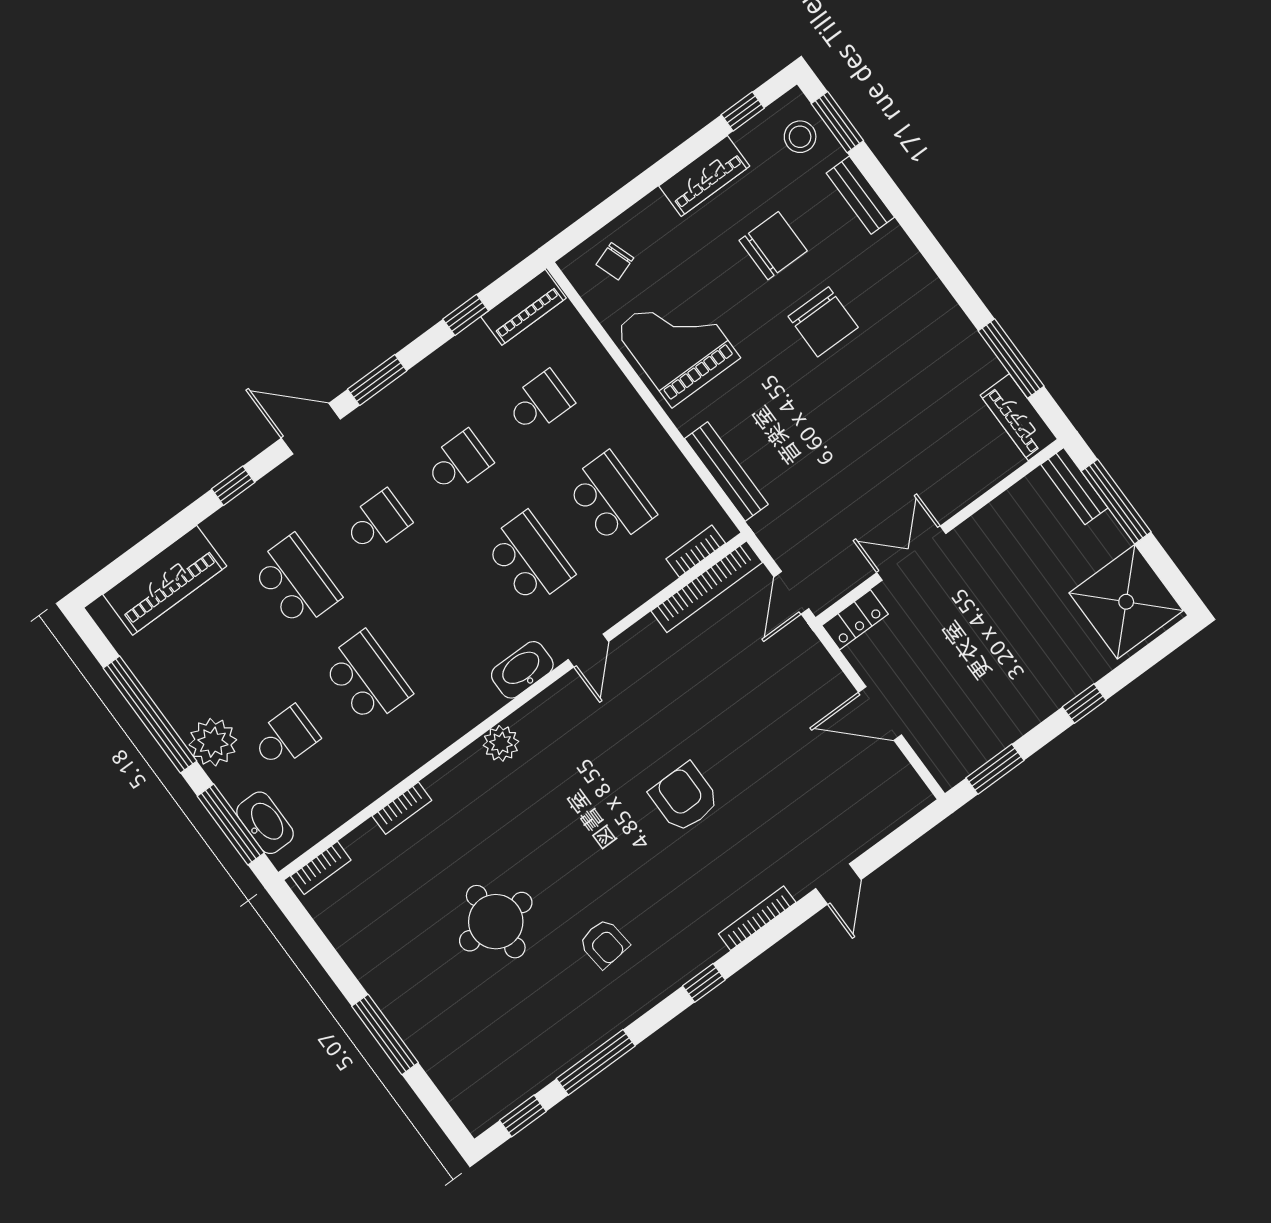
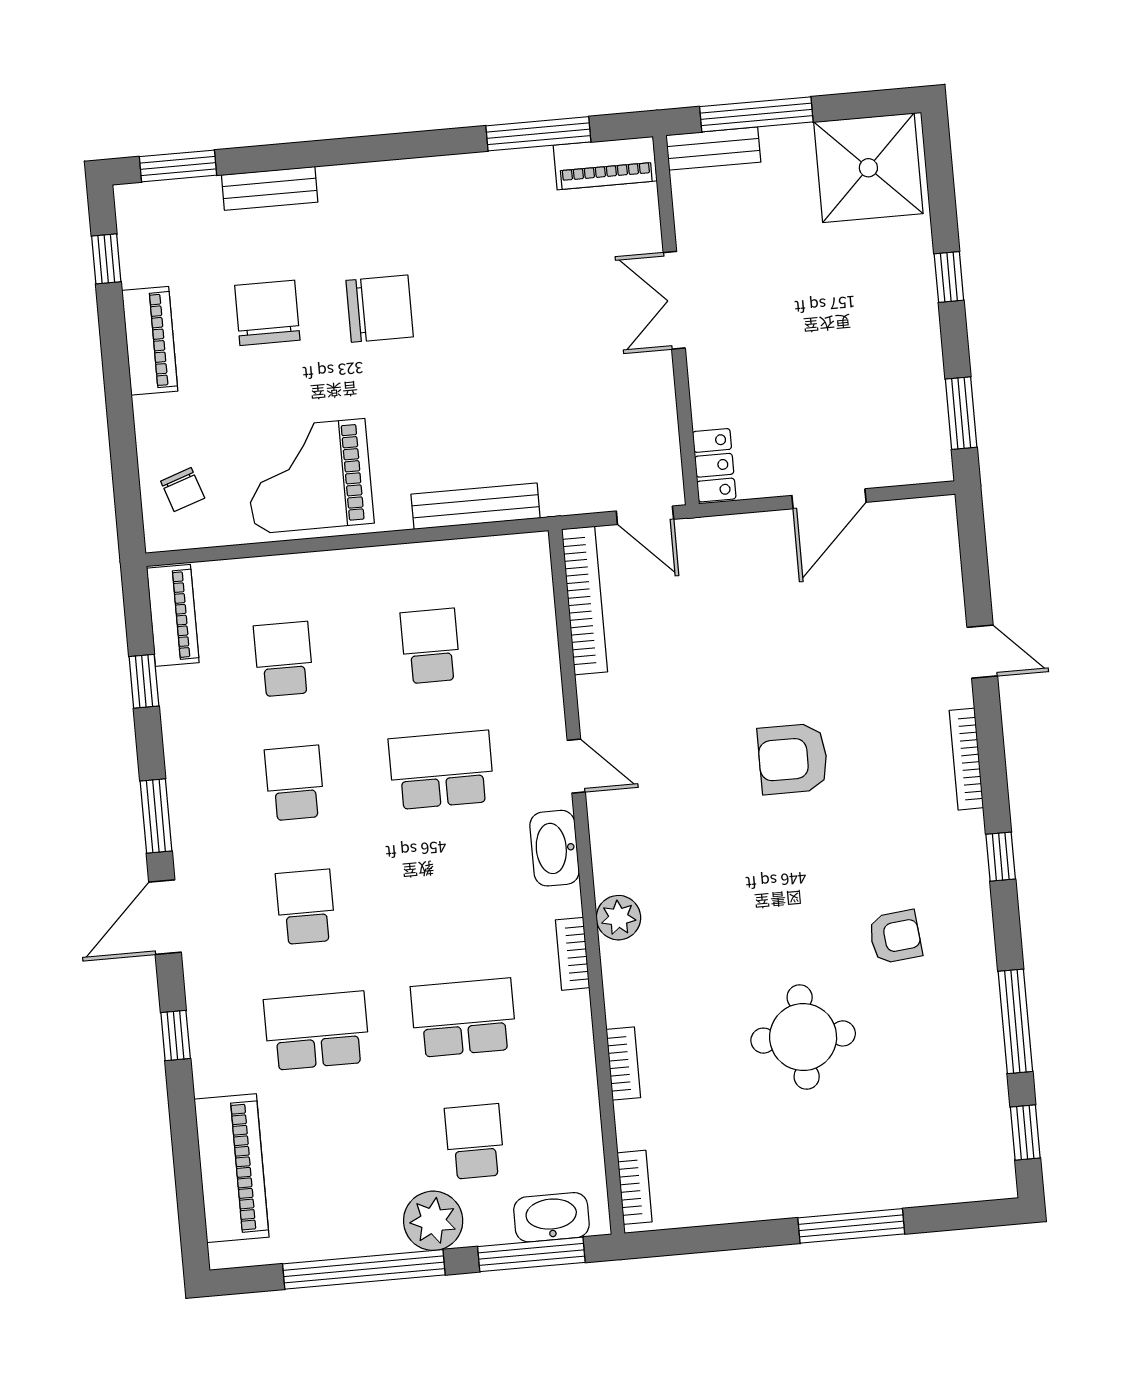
stool: (800, 137) -> (170, 215), removed
school desk: (610, 499) -> (430, 646), width x0.54
bookcase: (696, 551) -> (573, 954), moved
double door: (911, 553) -> (674, 300), moved

